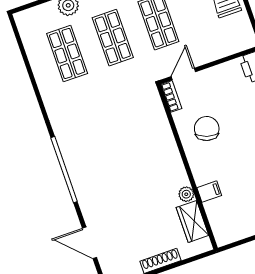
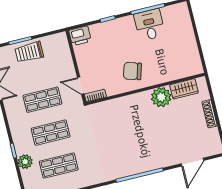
chair: (207, 129) -> (132, 71), moved
filing cabinet: (209, 192) -> (164, 75), removed
plant: (186, 194) -> (161, 97), width x1.88, depth x1.88

